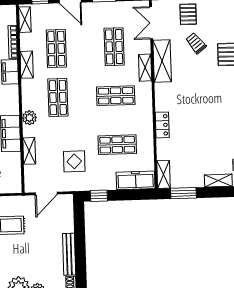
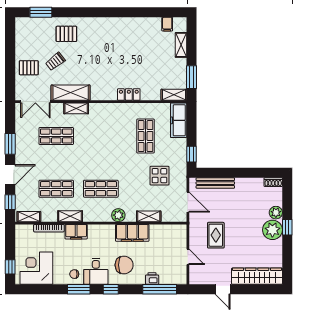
shop shelf: (116, 96) -> (101, 136), removed
bench: (69, 254) -> (215, 183), moved

